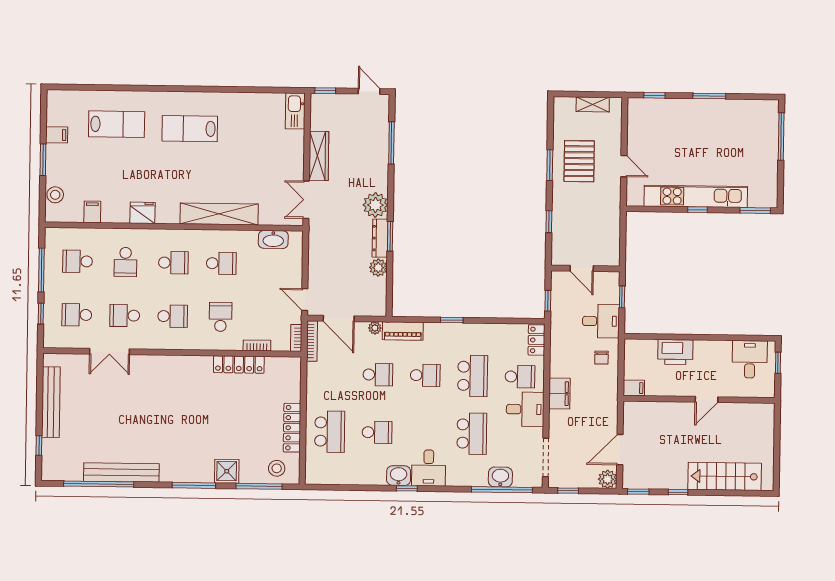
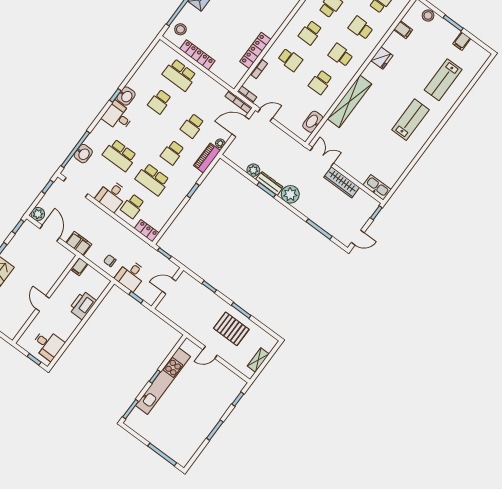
school desk: (173, 263) -> (341, 55), turned 90
filing cabinet: (559, 394) -> (79, 243), moved, turned 180

